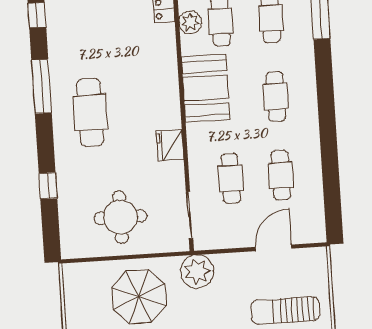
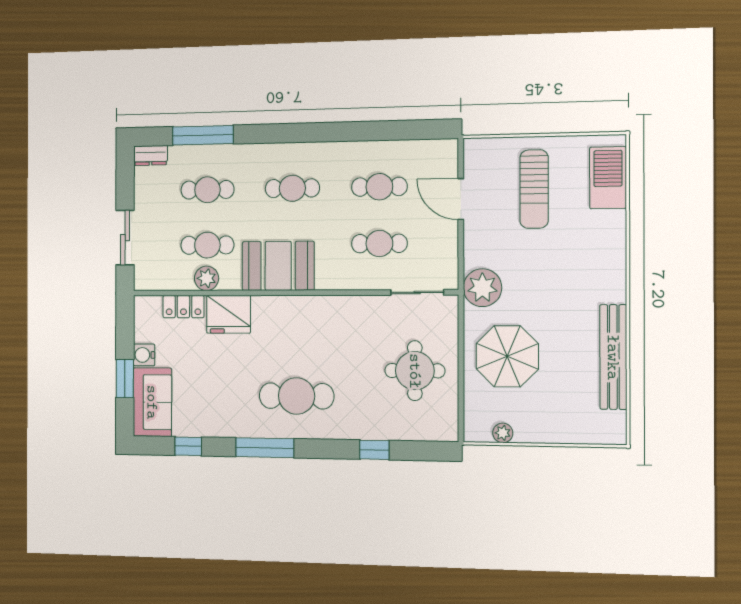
fridge: (170, 145) -> (229, 314), moved, width x1.36, depth x1.34
plant: (72, 297) -> (503, 433), added

